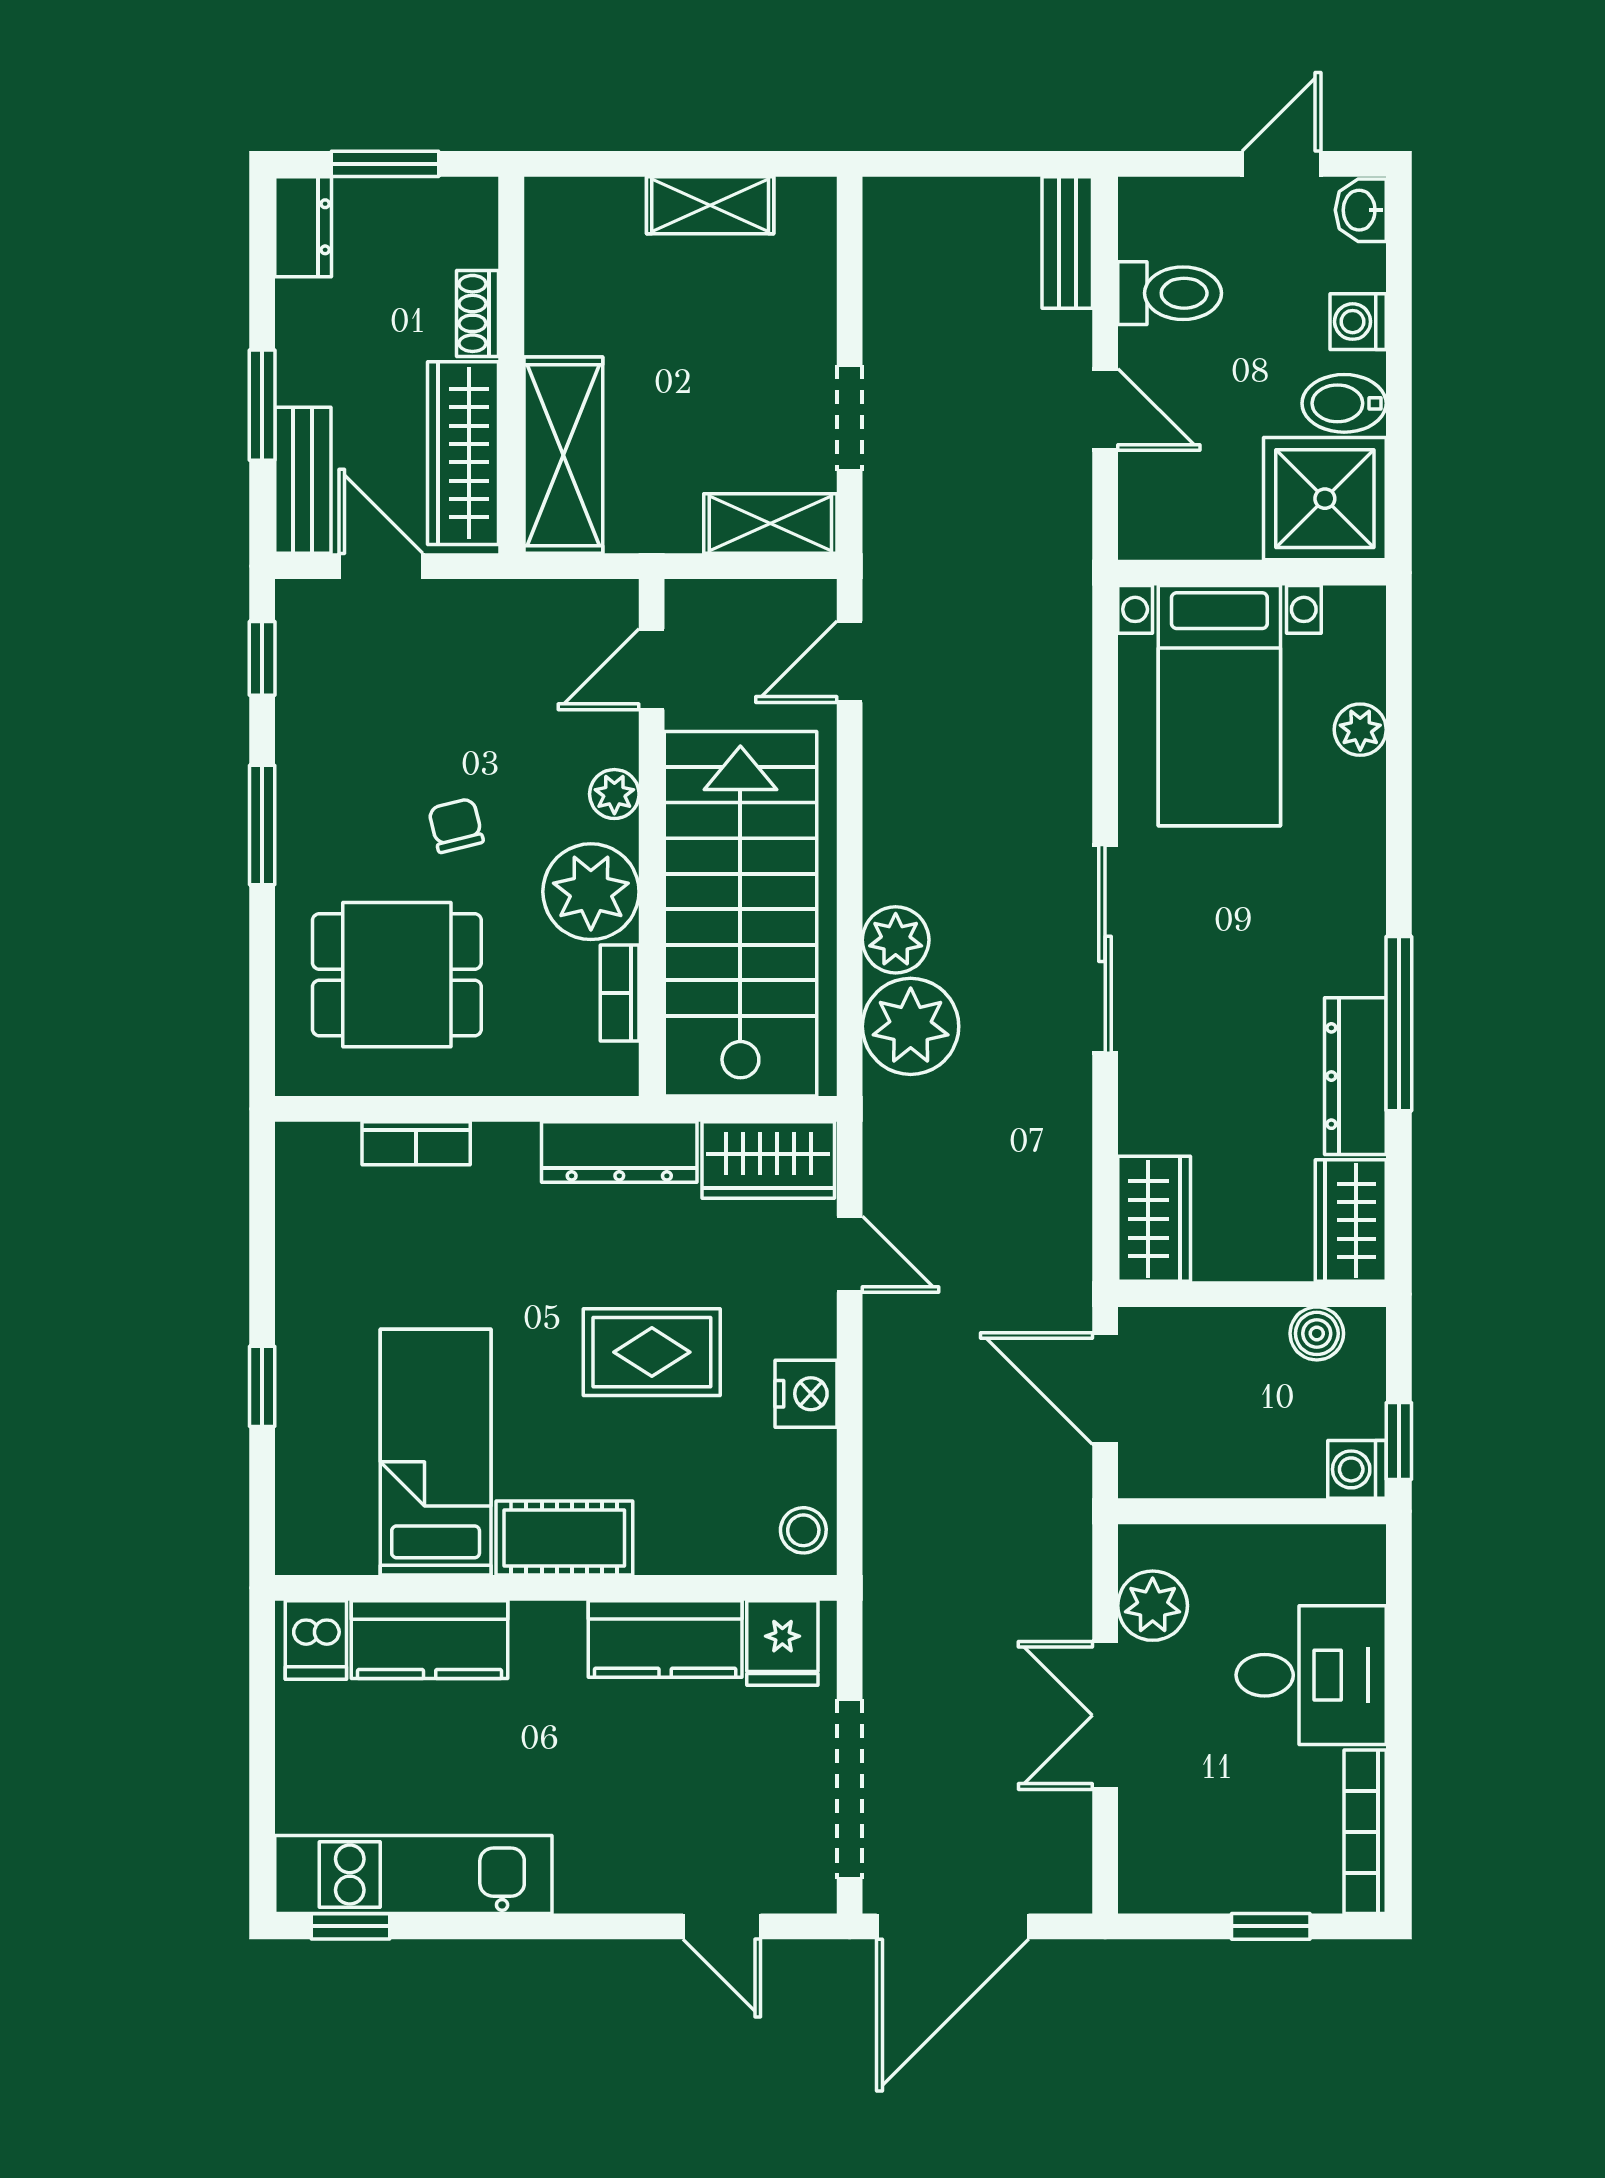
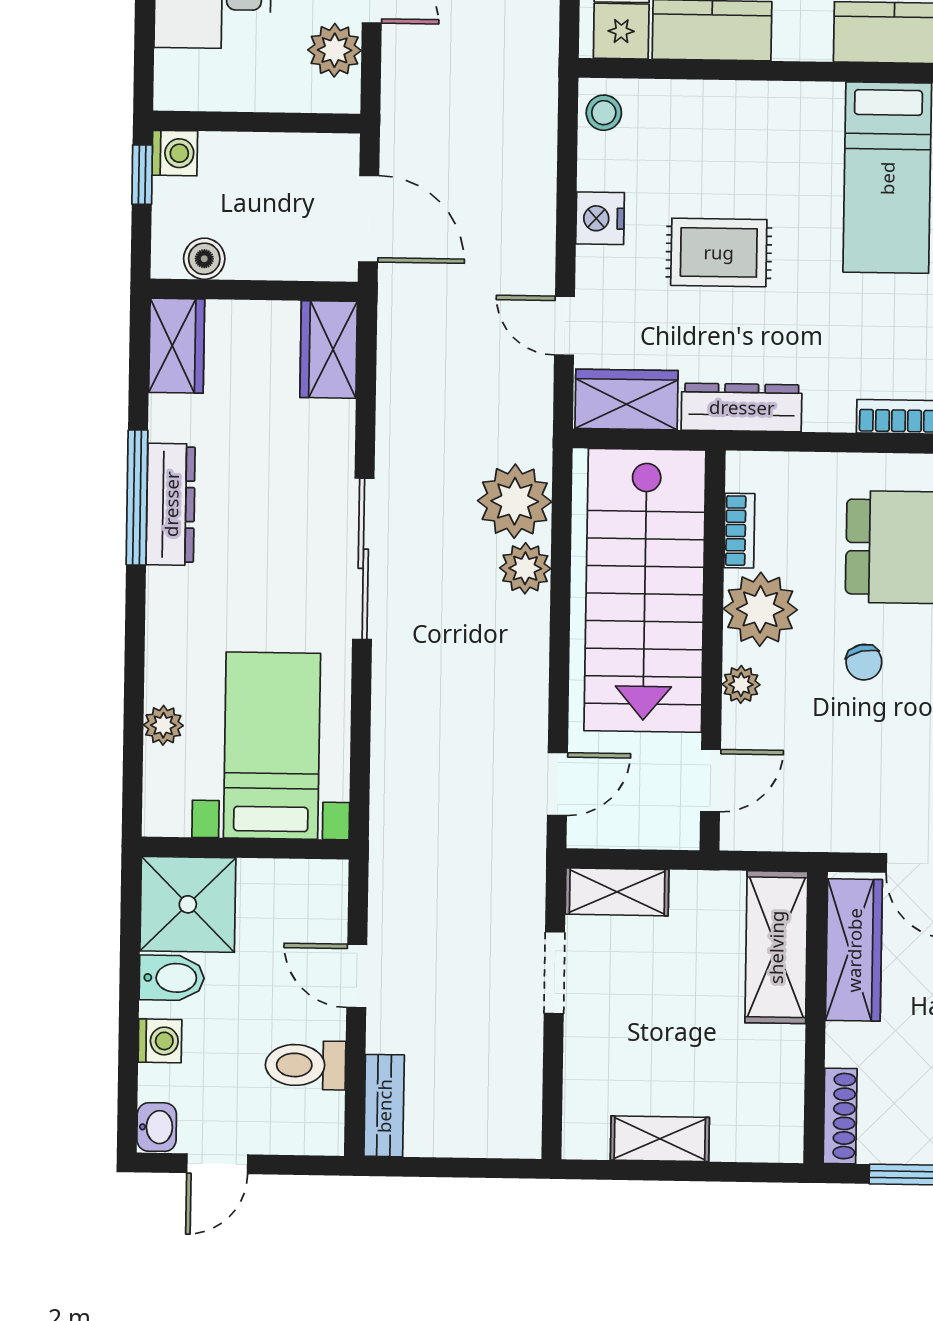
shoe rack: (478, 313) -> (840, 1116), moved, width x1.43
dresser: (1355, 1076) -> (171, 504), moved
cot: (564, 1538) -> (789, 110), removed

